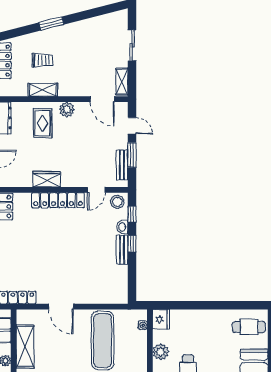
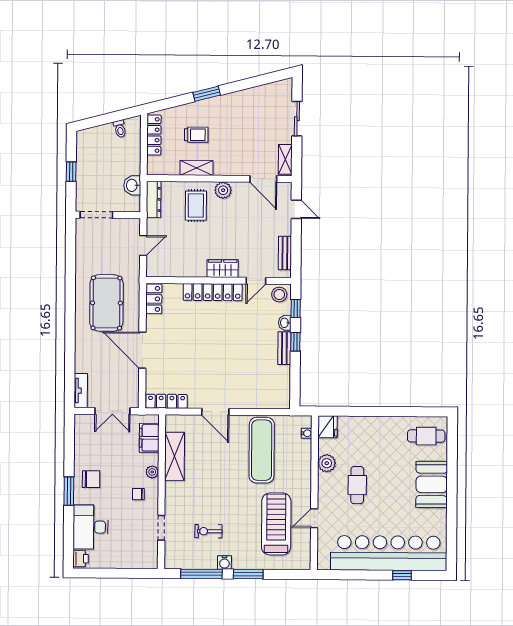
window: (132, 155) -> (296, 242), removed
wardrobe: (47, 179) -> (223, 269), moved

